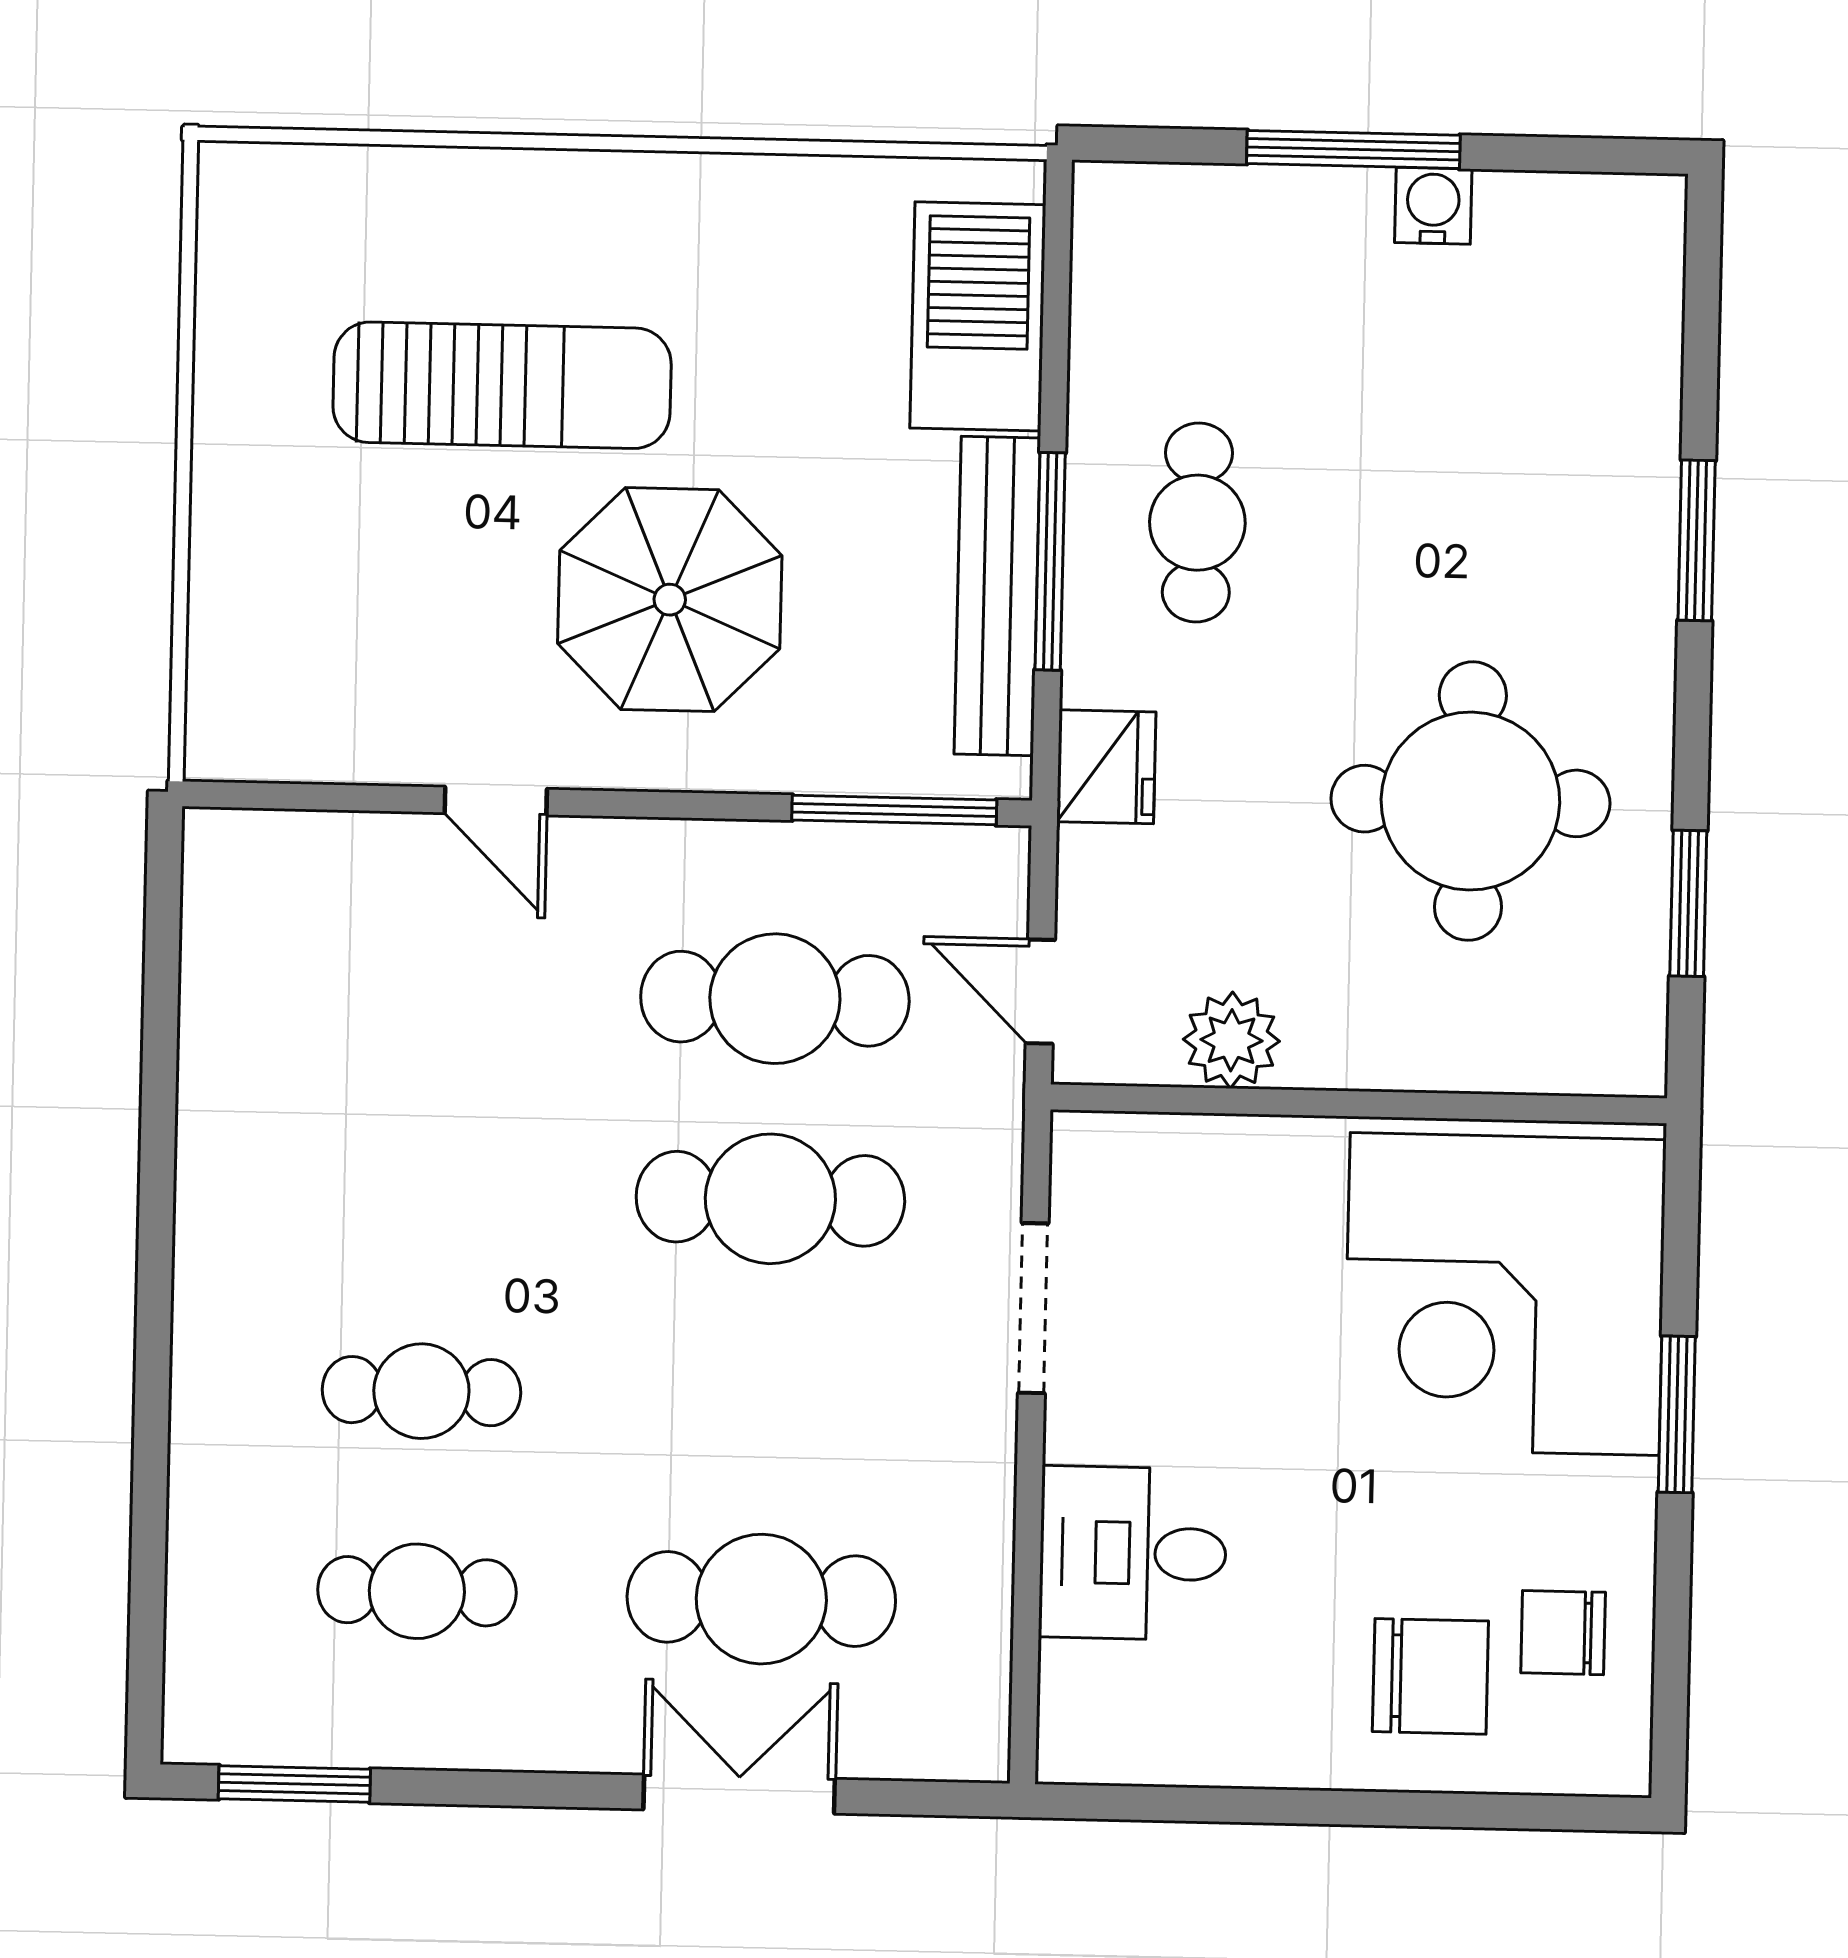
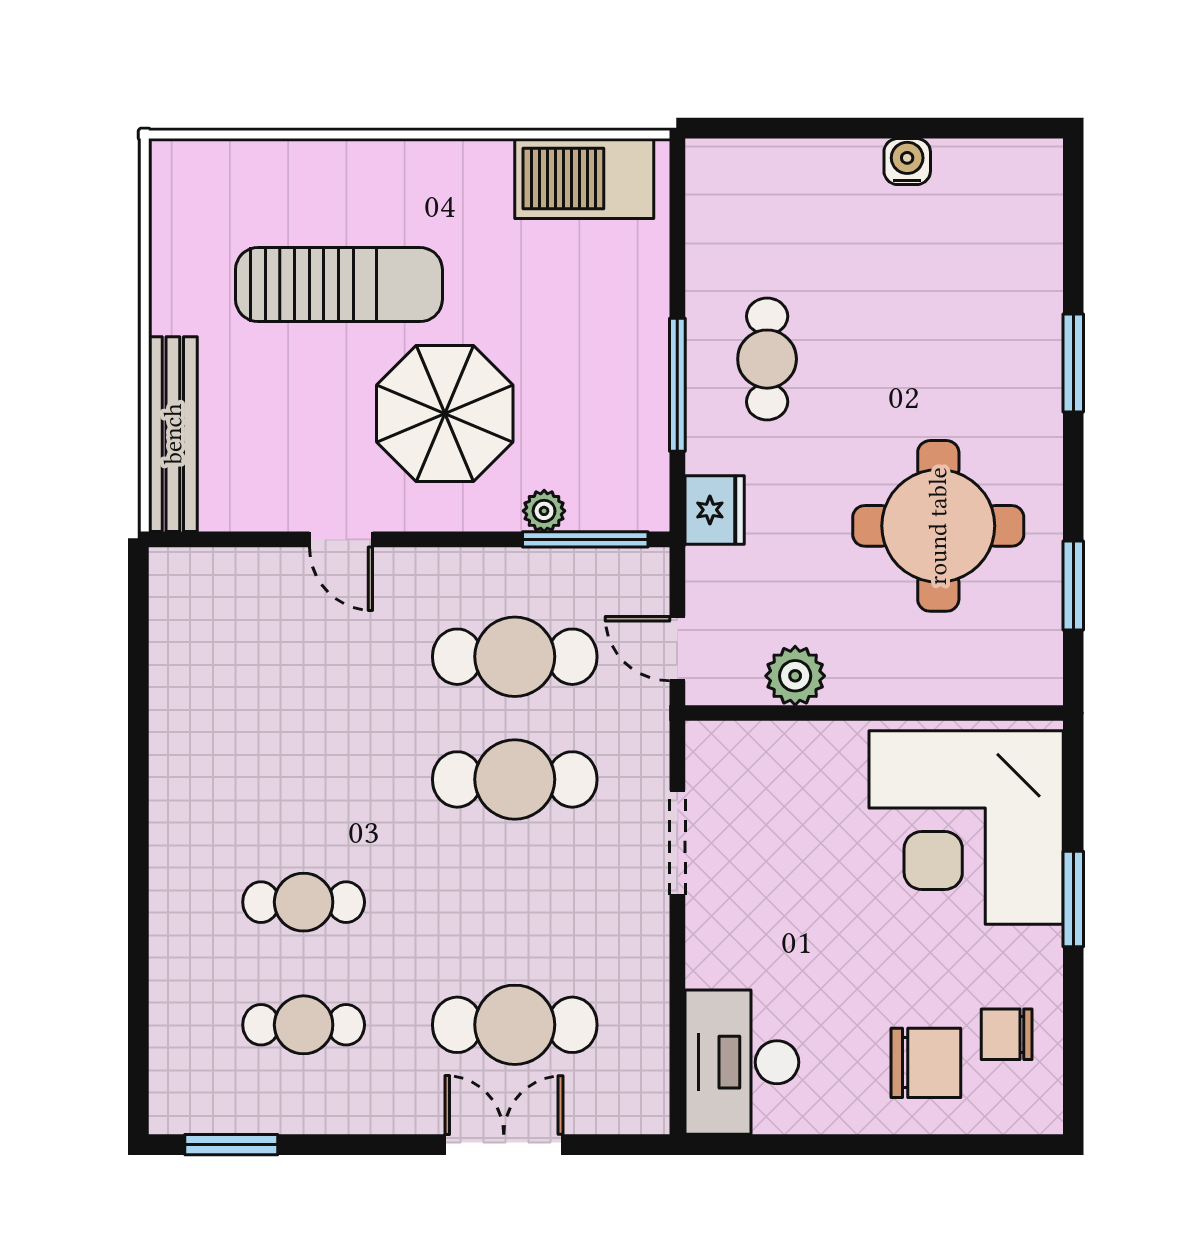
window: (1353, 149) -> (858, 128), removed
barbecue: (978, 316) -> (584, 178), moved, turned -90
bench: (997, 596) -> (173, 434), moved
plant: (828, 762) -> (544, 511), added
desk: (1133, 1553) -> (742, 1062), moved, width x1.37

